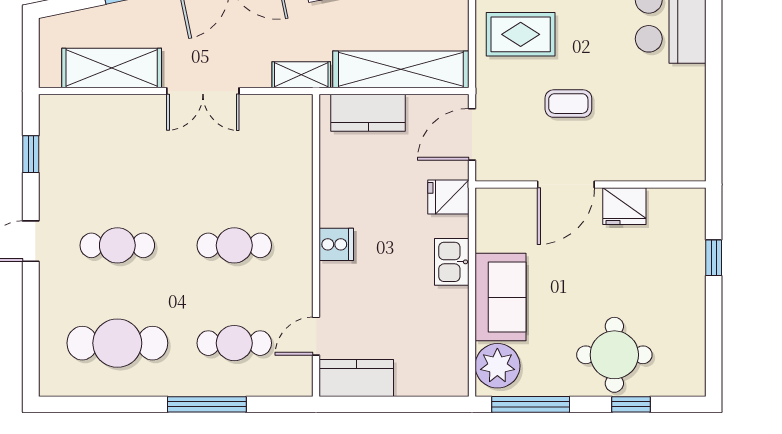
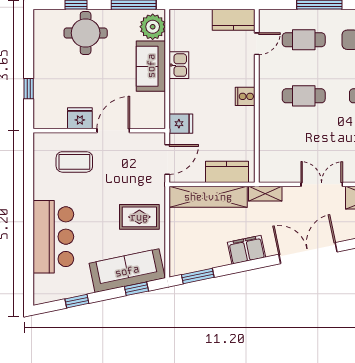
coffee table: (568, 104) -> (74, 162), moved, width x1.36, depth x1.30
kitchen sink: (452, 262) -> (179, 65), moved

